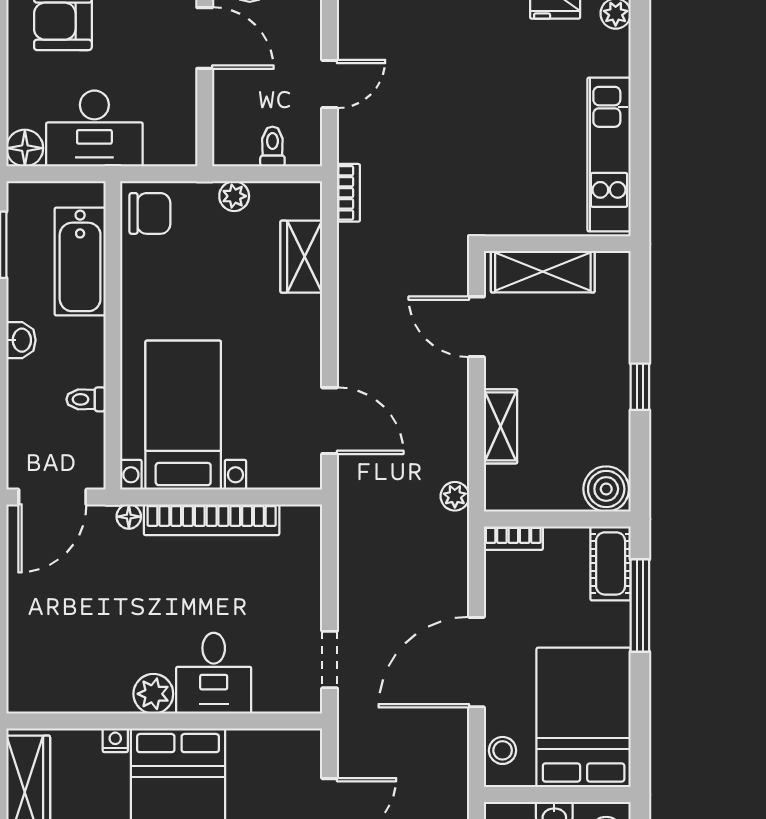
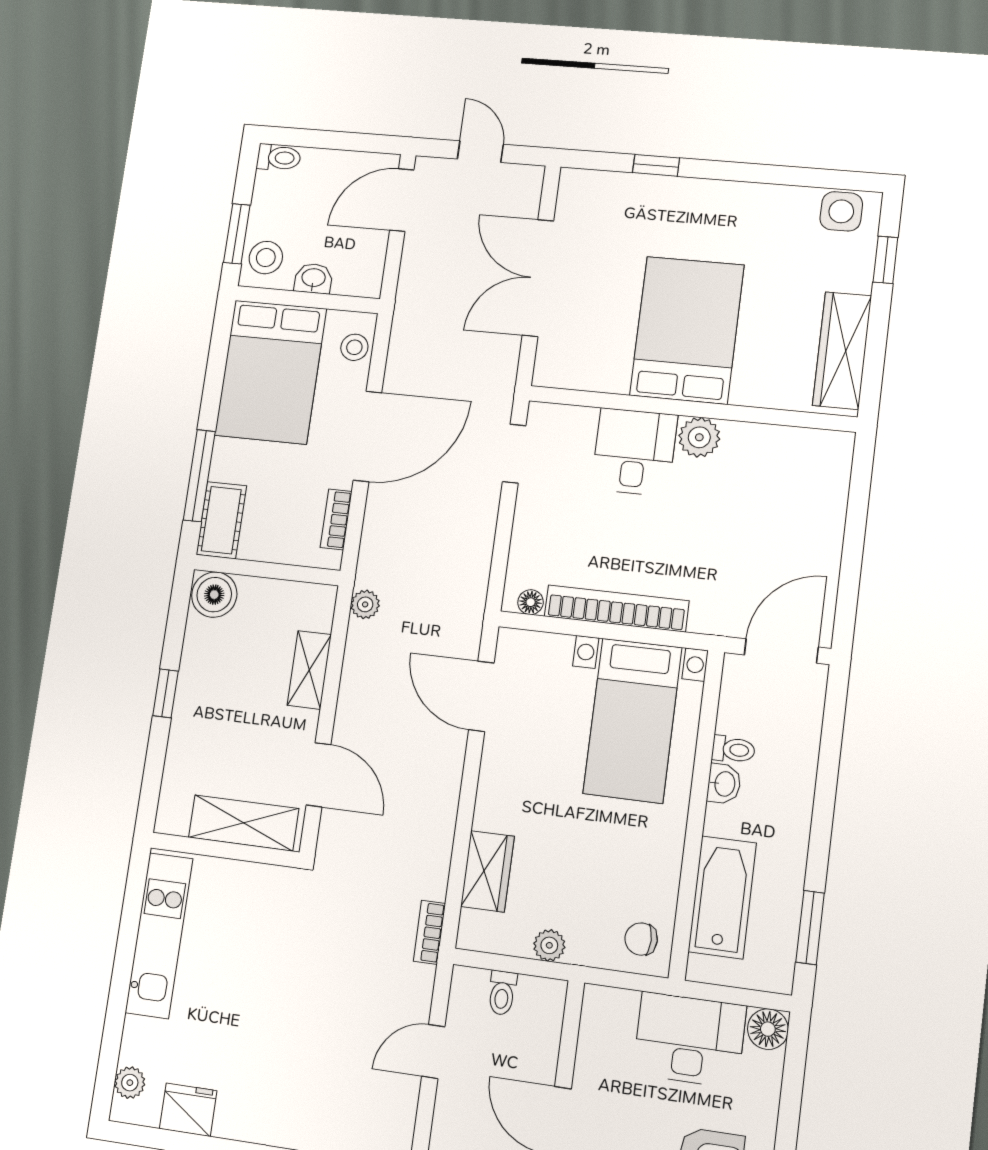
chair: (150, 213) -> (641, 939), width x0.73, depth x0.73
washbasin: (21, 340) -> (724, 784), moved, turned 180
floor lamp: (129, 517) -> (531, 602), moved
bookcase: (513, 538) -> (336, 519), moved, turned -90
nightstand: (115, 740) -> (745, 394), removed

